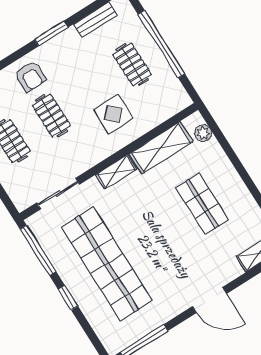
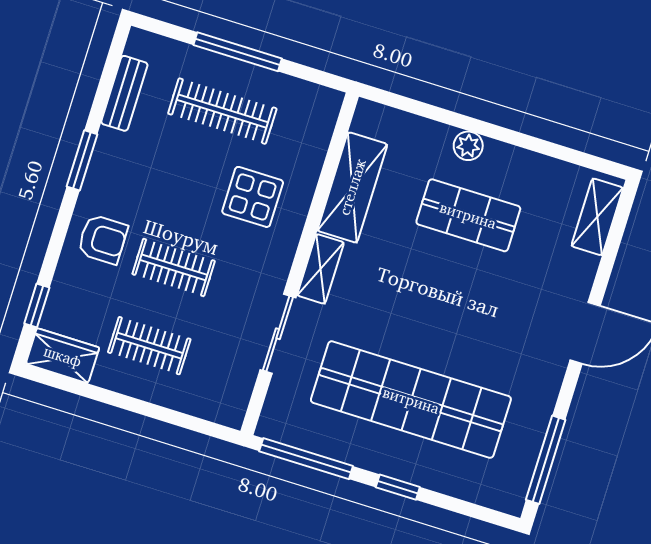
window: (161, 44) -> (238, 52), width x0.68
clothes rail: (132, 65) -> (222, 111), width x1.36
plant: (203, 133) -> (468, 146), moved
sliding door: (58, 194) -> (278, 334), moved

